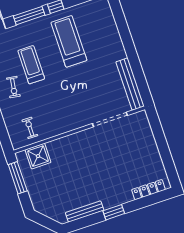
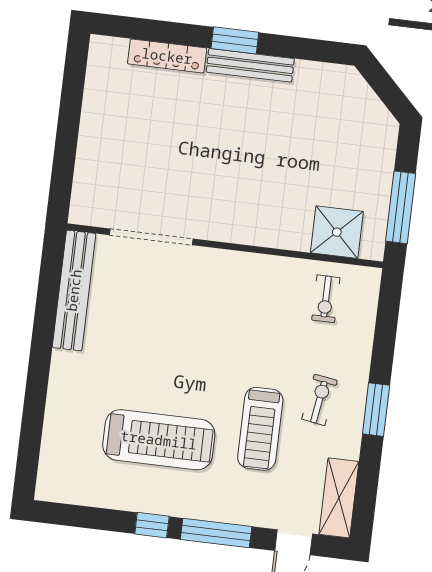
treadmill: (69, 41) -> (159, 440), turned -90
locker: (149, 190) -> (167, 56), moved
bench: (85, 212) -> (250, 65), moved

